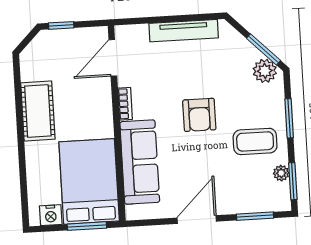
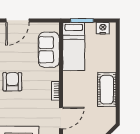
sofa: (140, 162) -> (49, 50), width x0.73
bed: (89, 181) -> (74, 47), width x0.67

